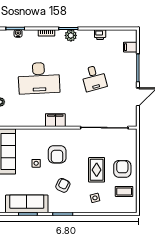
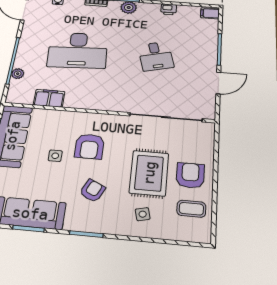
filing cabinet: (130, 47) -> (210, 13), moved
filing cabinet: (55, 120) -> (49, 98), moved
rug: (97, 170) -> (149, 173), width x1.36, depth x1.43

